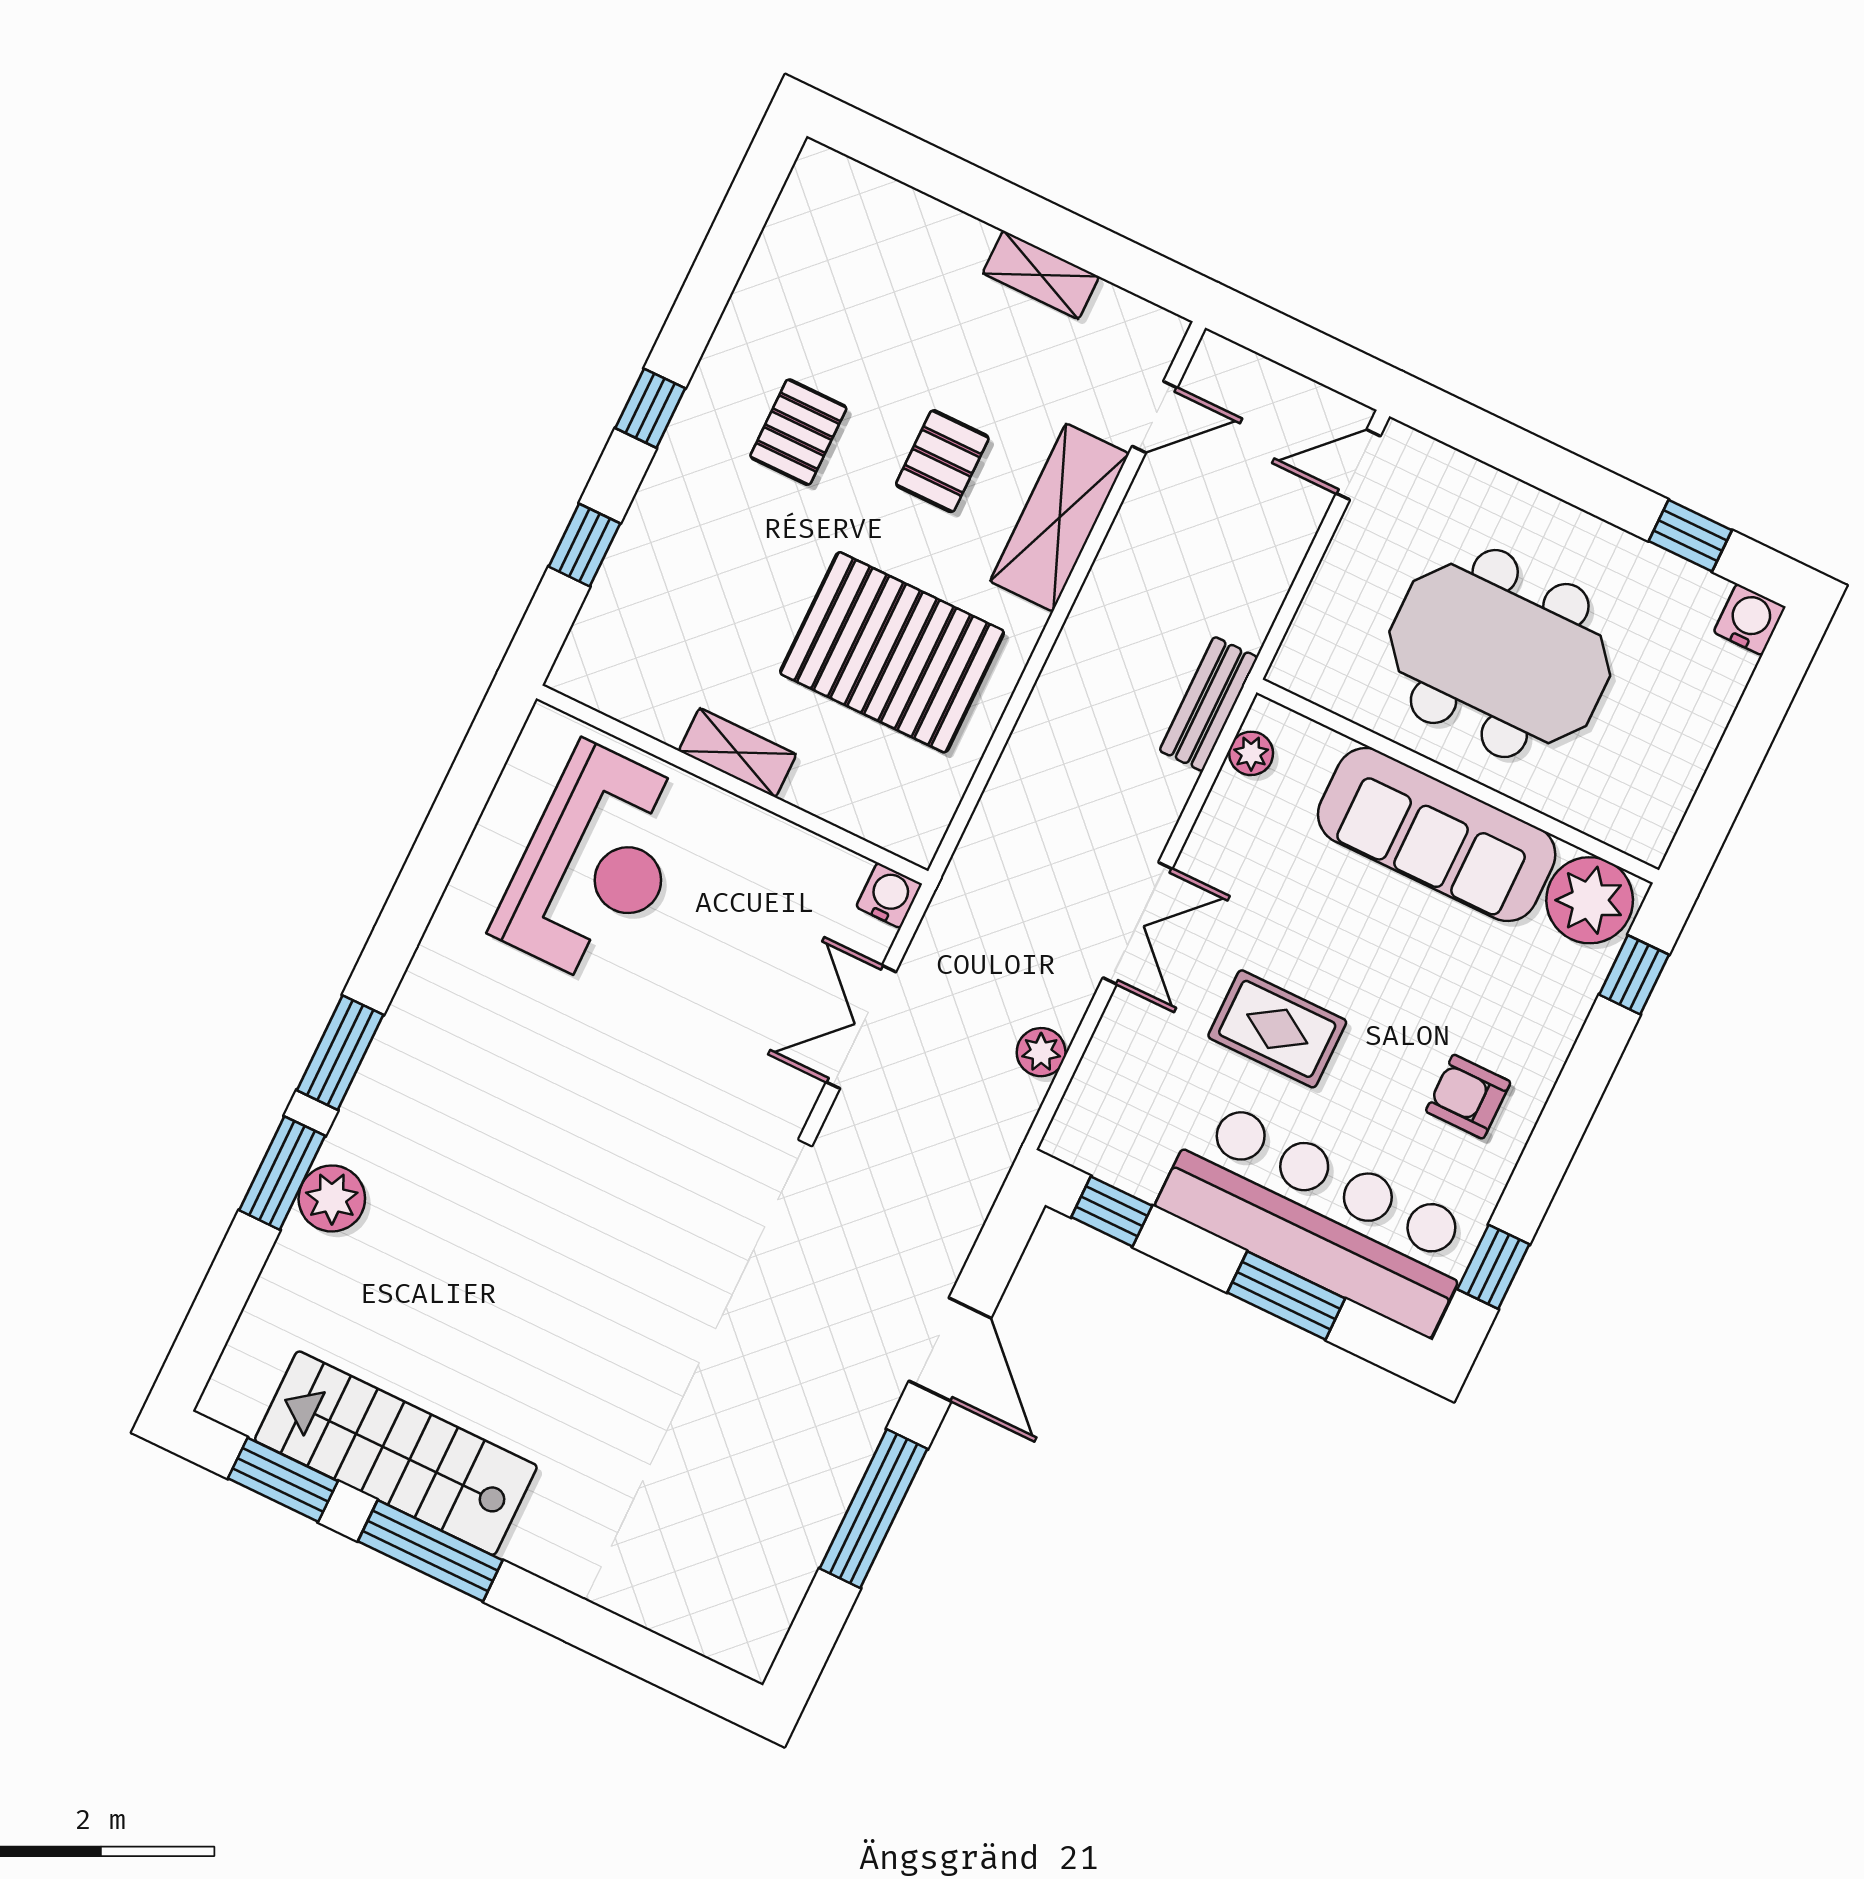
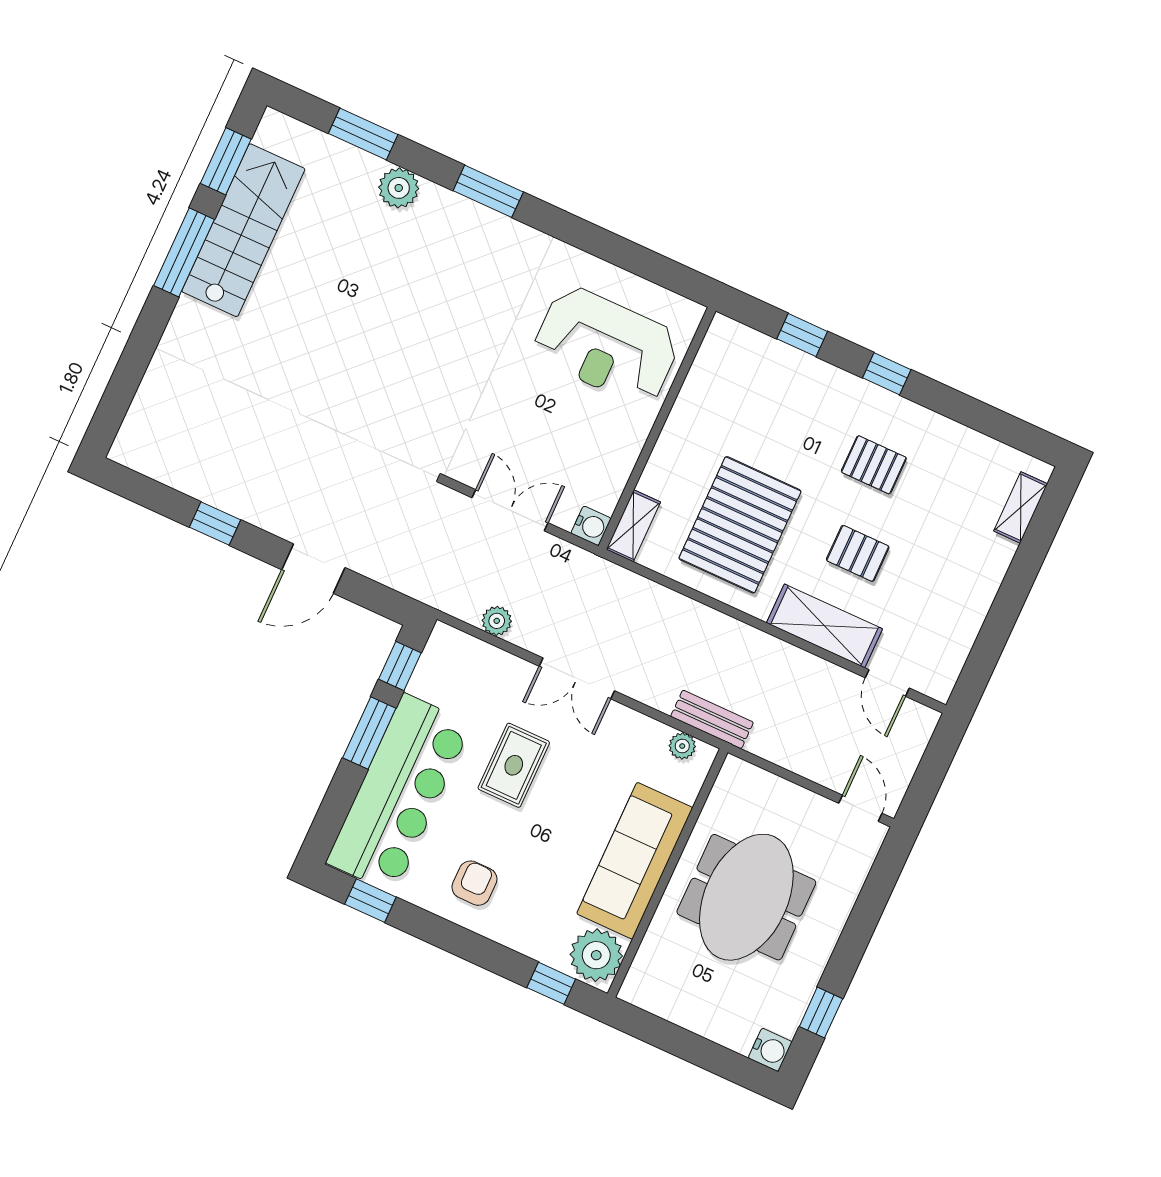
shelving: (1041, 275) -> (1021, 507), moved
shelving: (737, 753) -> (633, 526), moved
window: (282, 1173) -> (363, 134), moved
window: (1286, 1295) -> (369, 733), moved
window: (873, 1509) -> (215, 524), width x0.46

